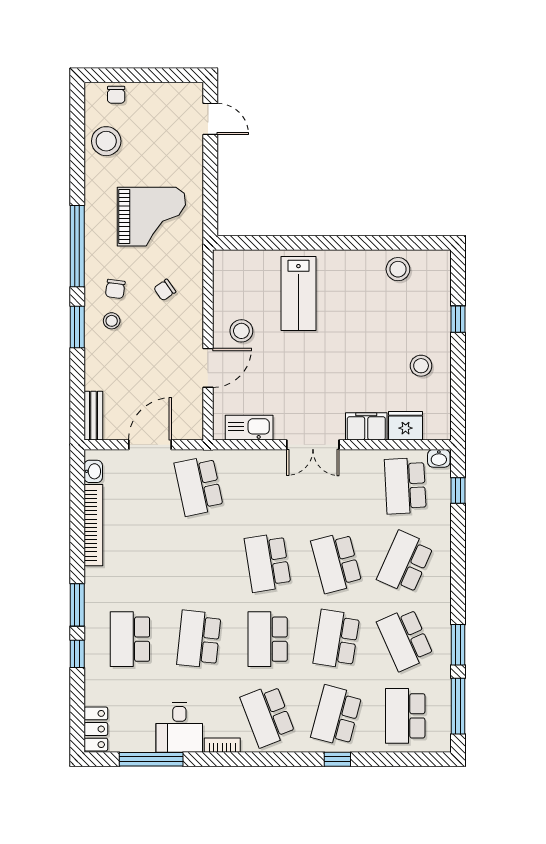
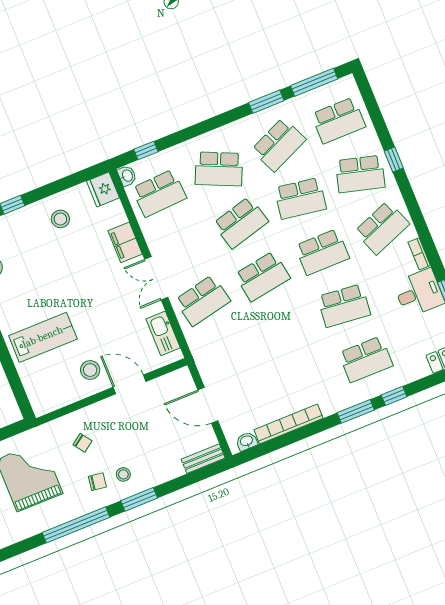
fridge: (406, 426) -> (103, 189), moved
double door: (313, 445) -> (156, 278), swing flipped
school desk: (199, 486) -> (203, 301), moved

